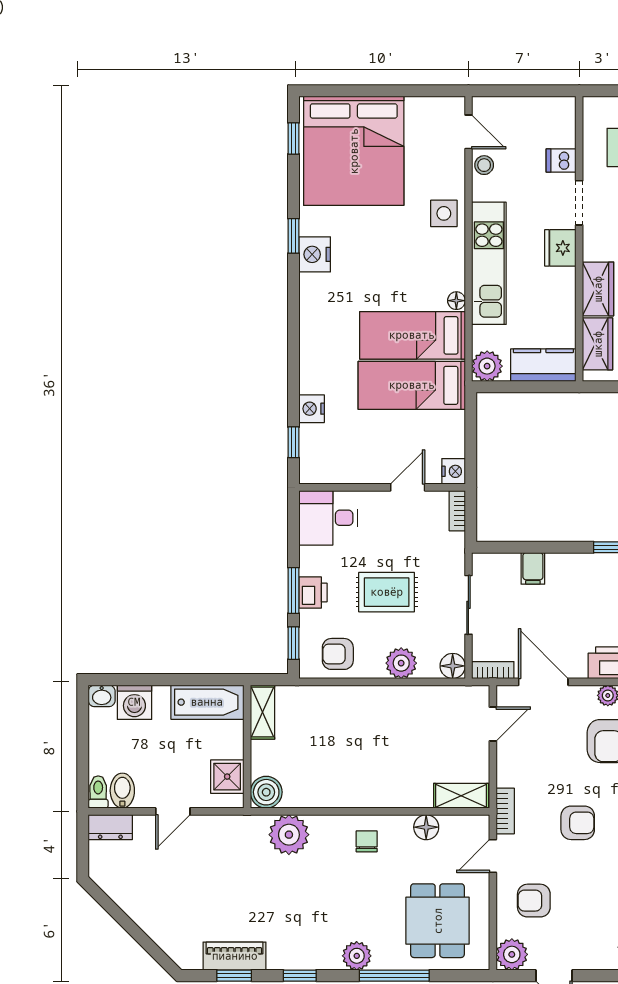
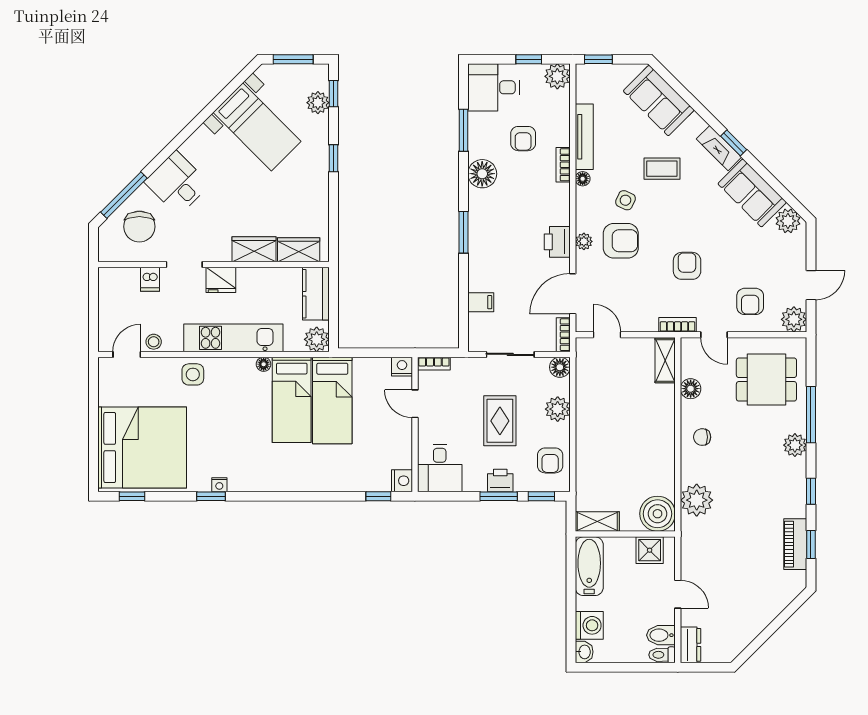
nightstand: (315, 254) -> (219, 485), width x0.53, depth x0.56
nightstand: (312, 409) -> (402, 481), moved, turned -90
boiler: (266, 792) -> (658, 514), width x1.37, depth x1.37

